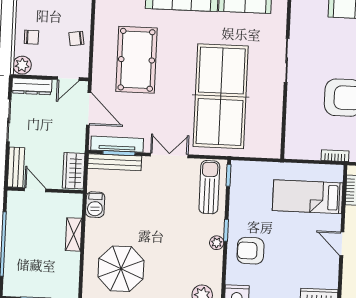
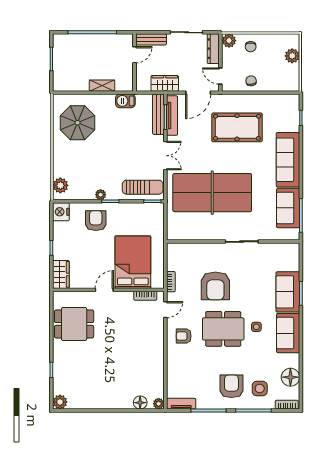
wardrobe: (74, 171) -> (165, 83), moved
bed: (308, 197) -> (133, 262), width x1.50

